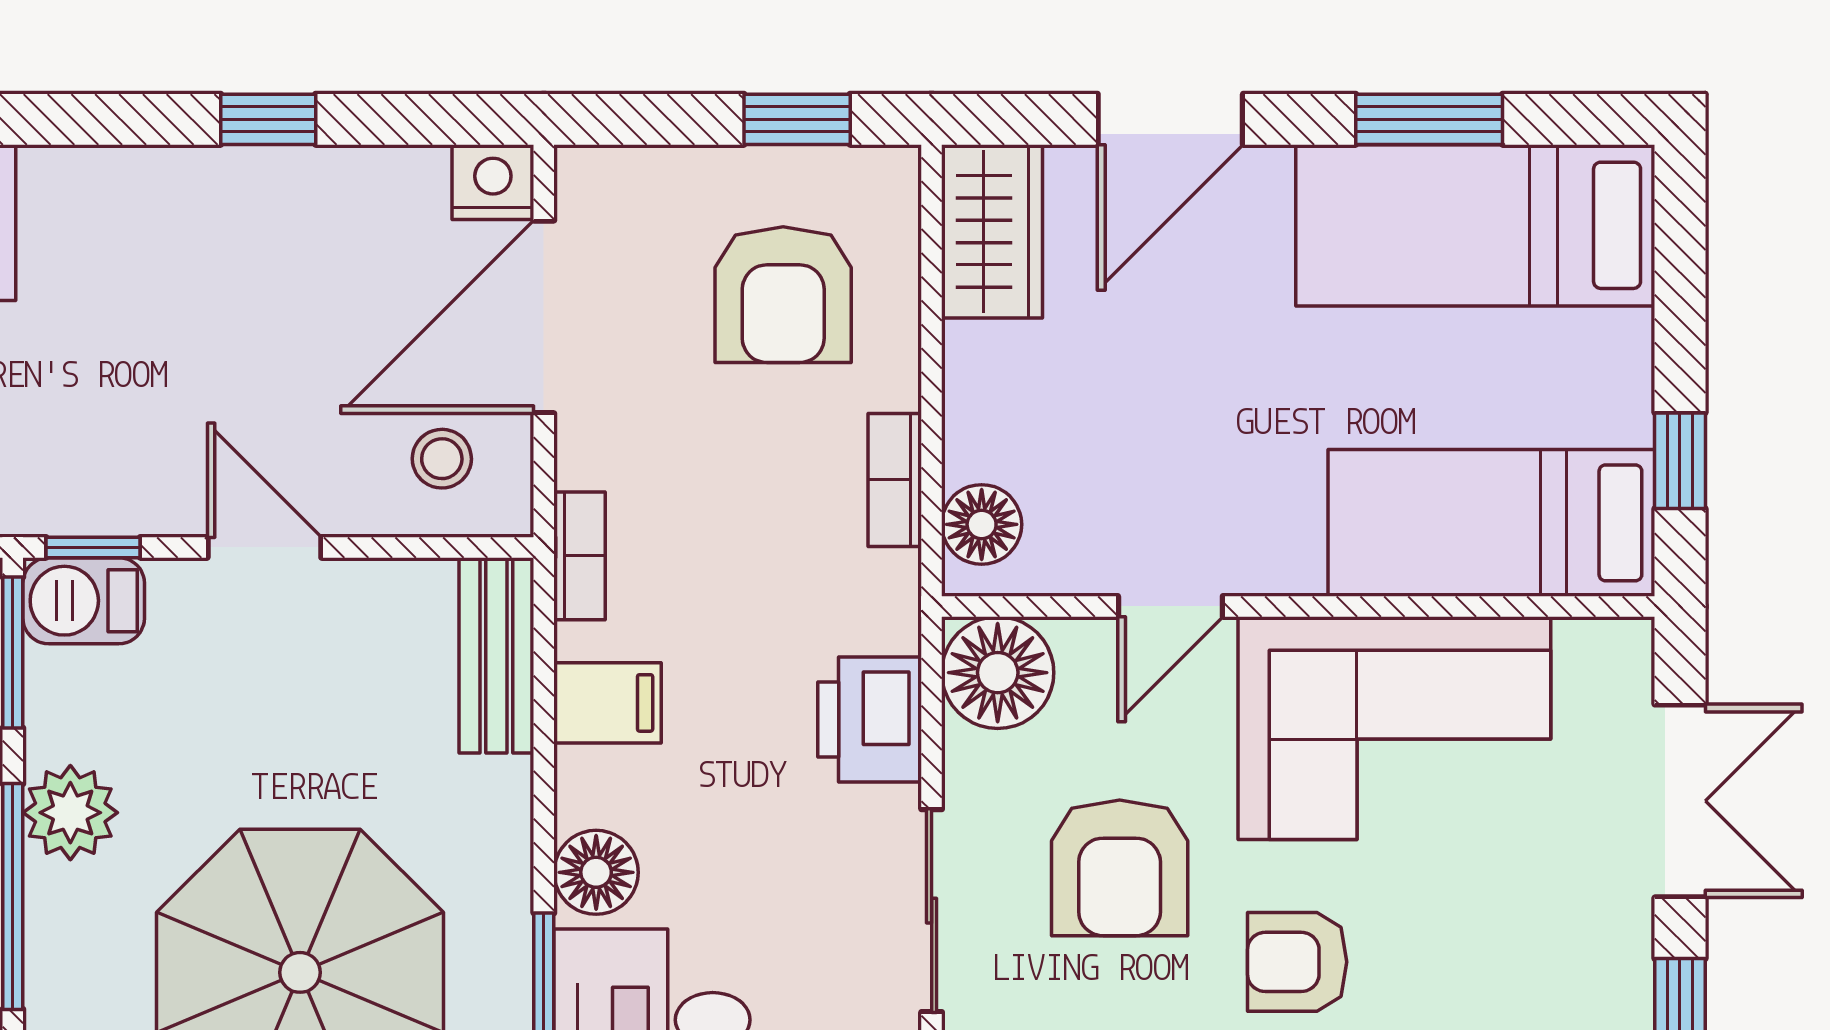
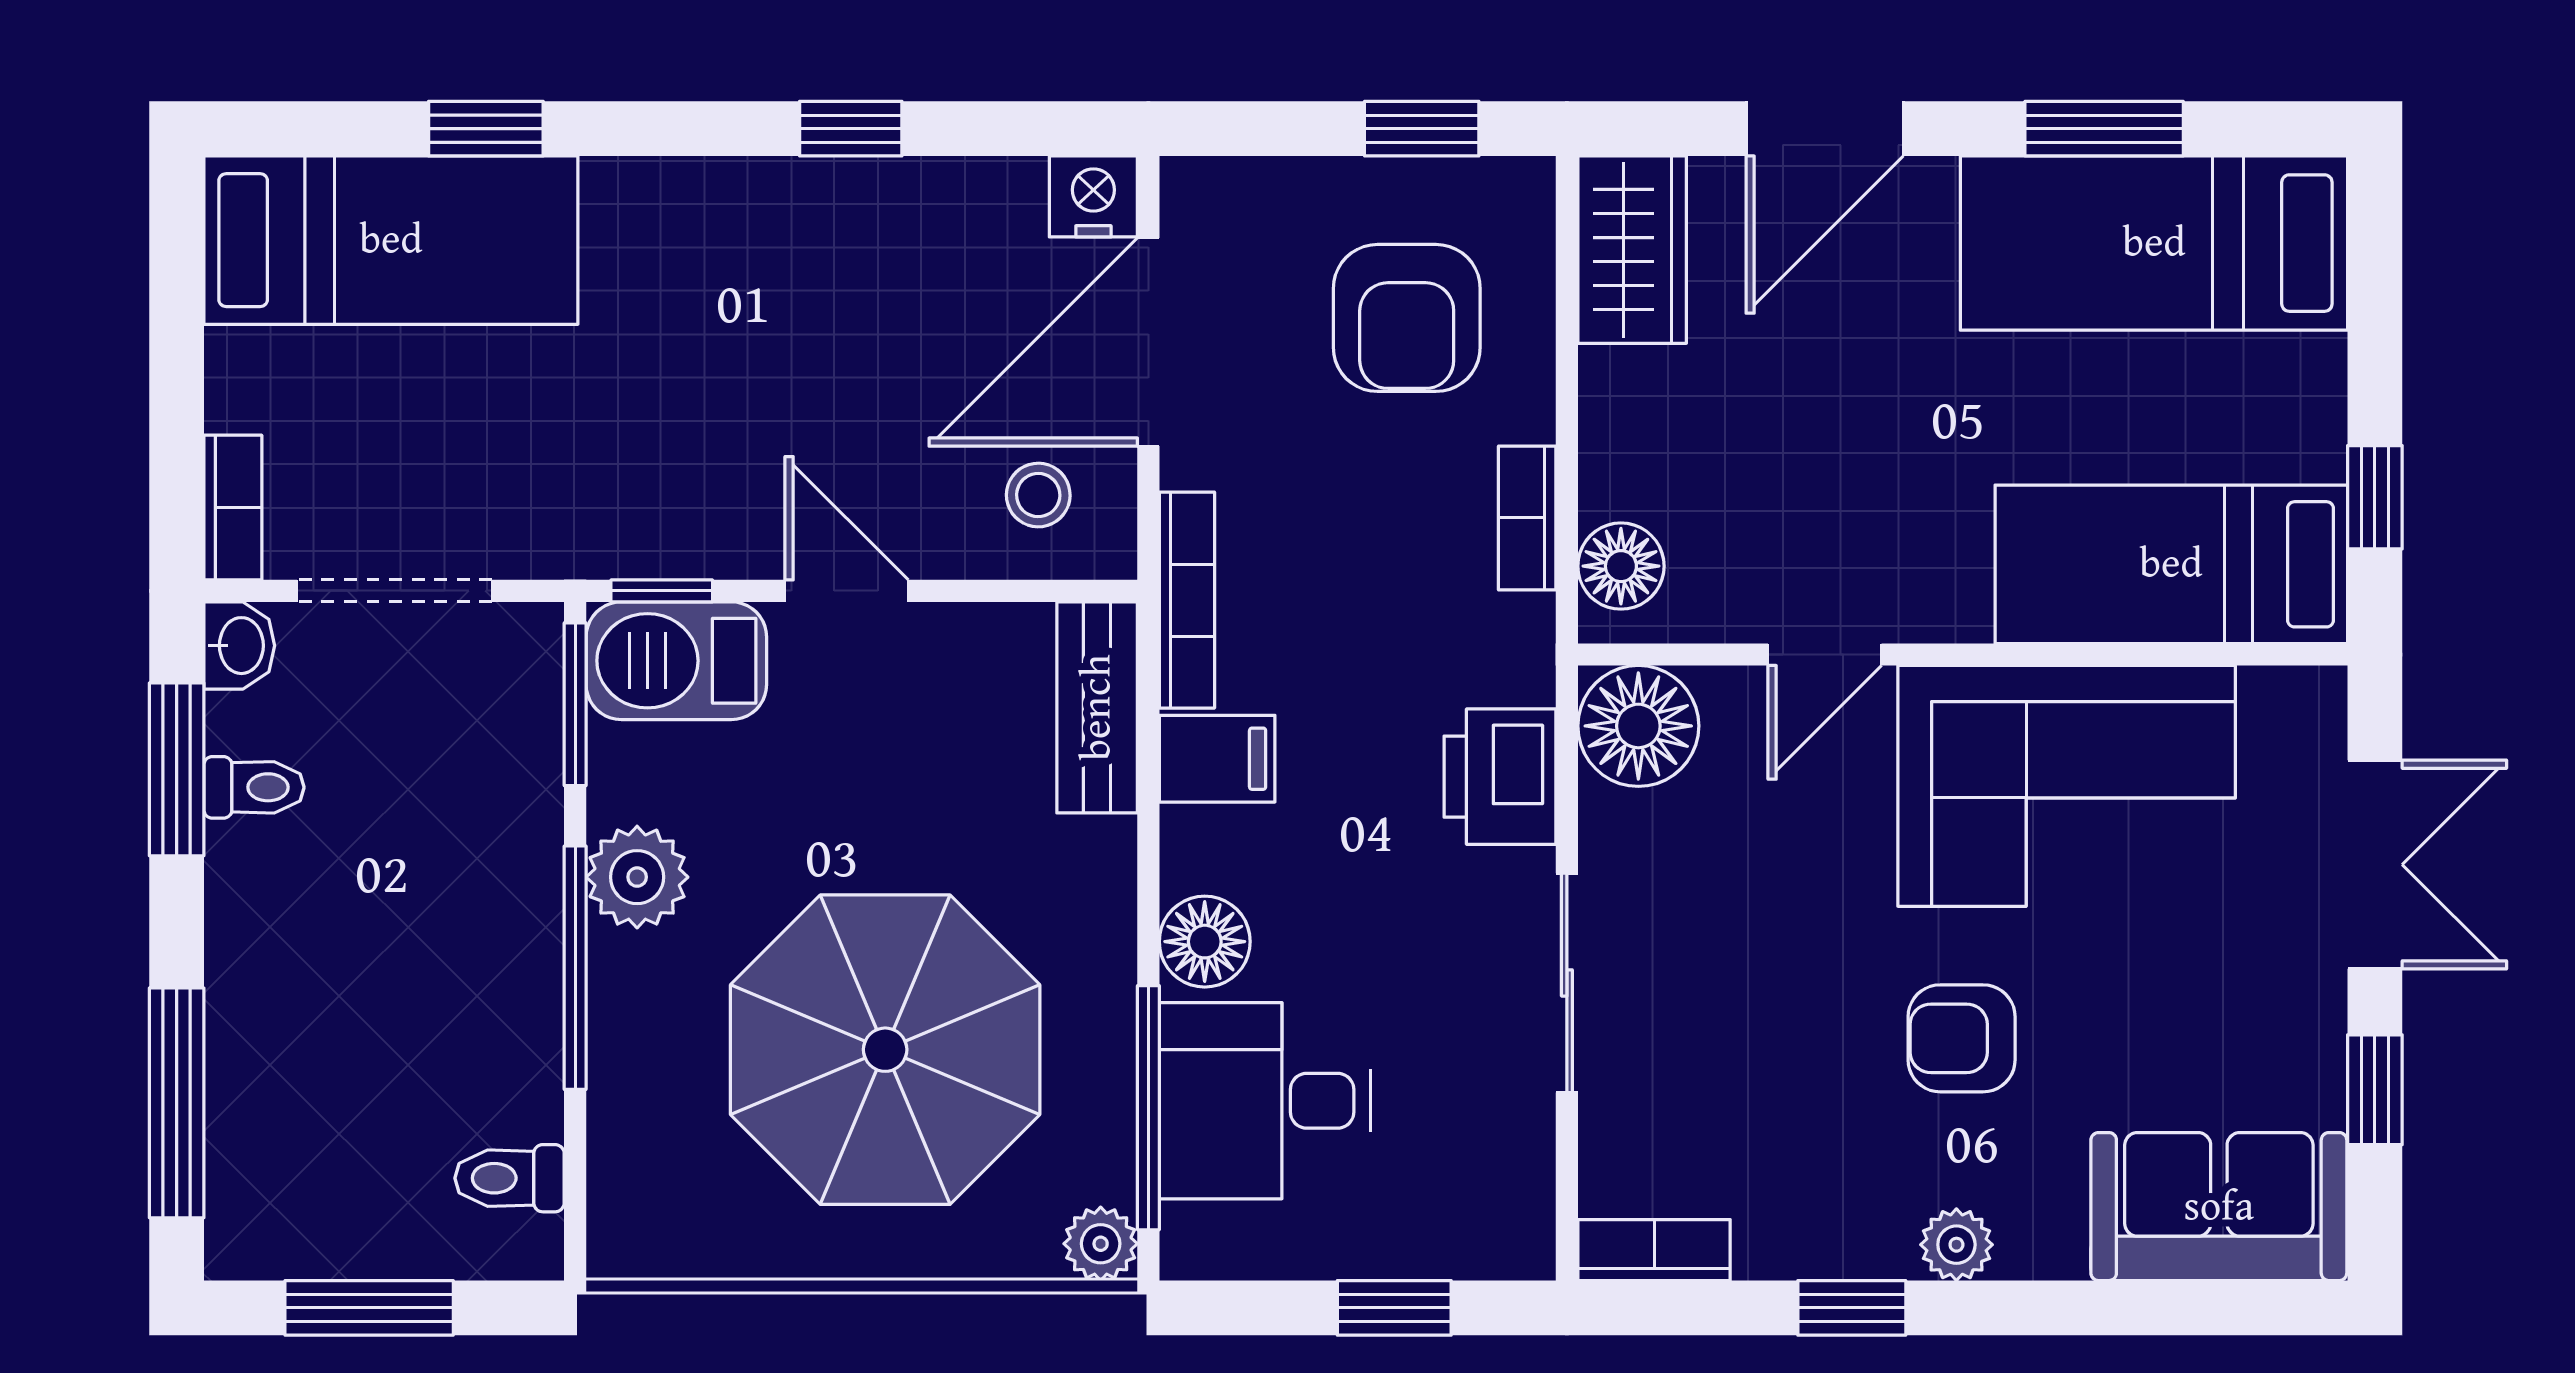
bookcase: (580, 556) -> (1187, 600), width x1.56
barbecue: (84, 601) -> (676, 661), width x1.38, depth x1.27
armchair: (1120, 868) -> (1770, 937), removed

